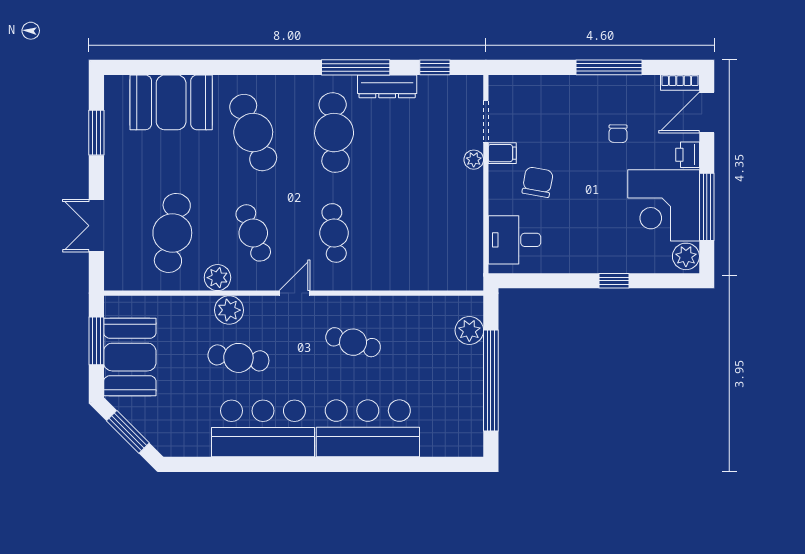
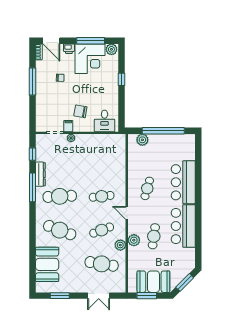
cafe table: (253, 133) -> (60, 230), turned 42

